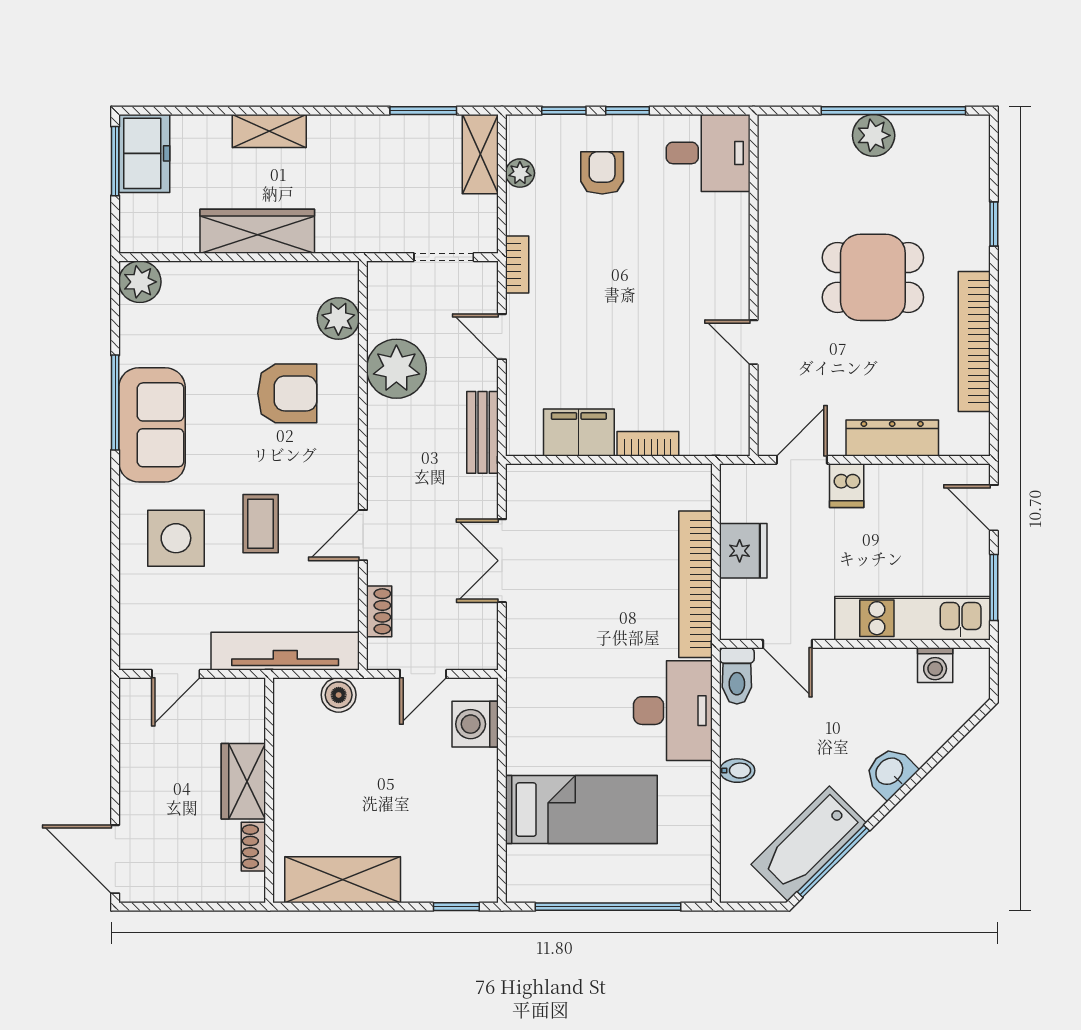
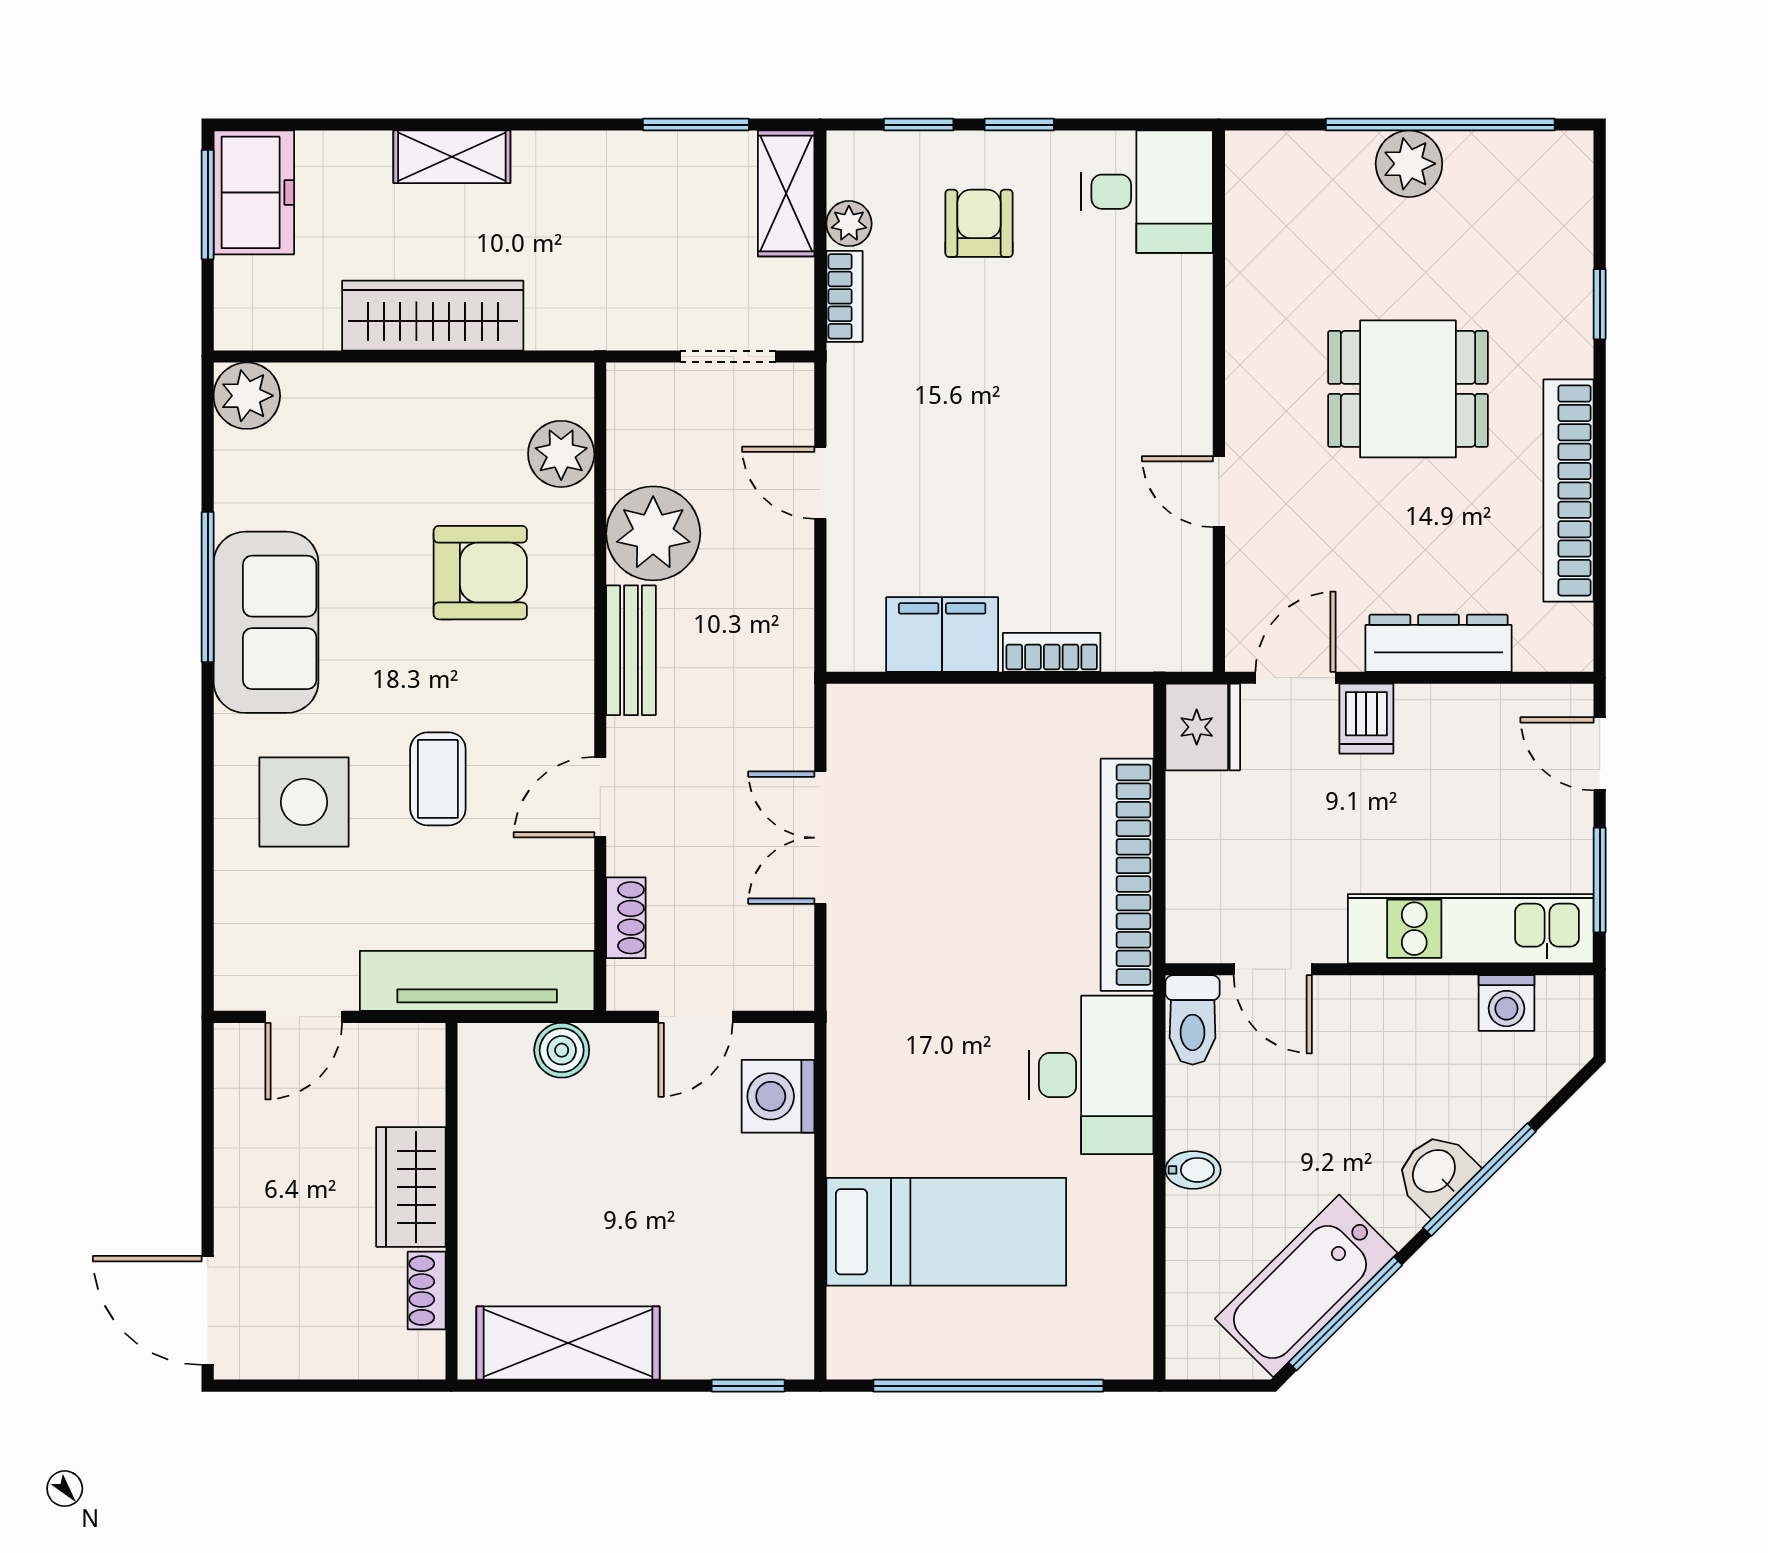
bookcase: (517, 265) -> (844, 296), moved
bench: (483, 432) -> (631, 650), moved
fridge: (743, 551) -> (1203, 727), moved
window: (918, 777) -> (1479, 1180), added

